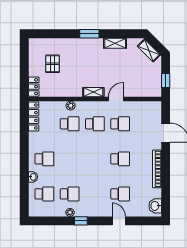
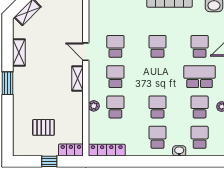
window: (24, 69) -> (49, 161), added
school desk: (70, 159) -> (157, 107), added
school desk: (95, 194) -> (200, 77), added

